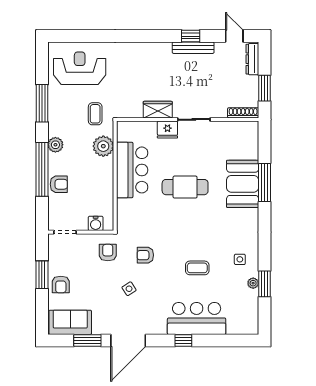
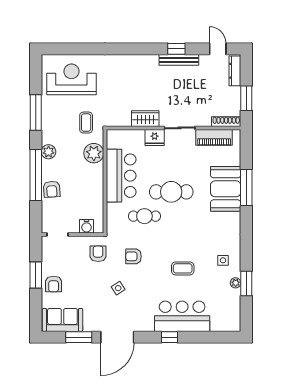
piano: (230, 129) -> (214, 137), added
armchair: (59, 184) -> (52, 189), turned 86
cafe table: (157, 213) -> (144, 216), added

